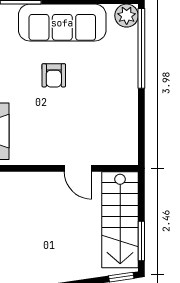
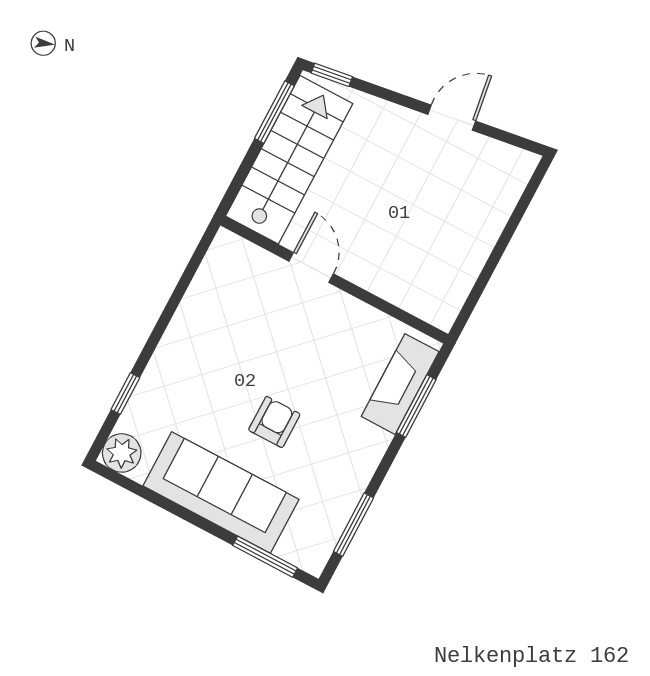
window: (141, 48) -> (125, 394), width x0.32

